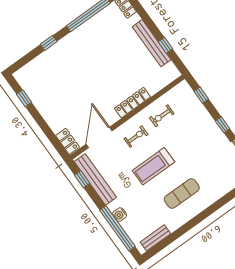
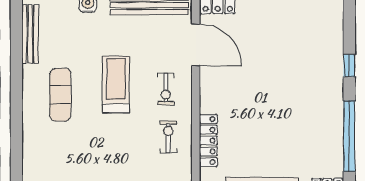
locker: (133, 103) -> (208, 141), moved
bench: (155, 238) -> (30, 34), width x1.36

